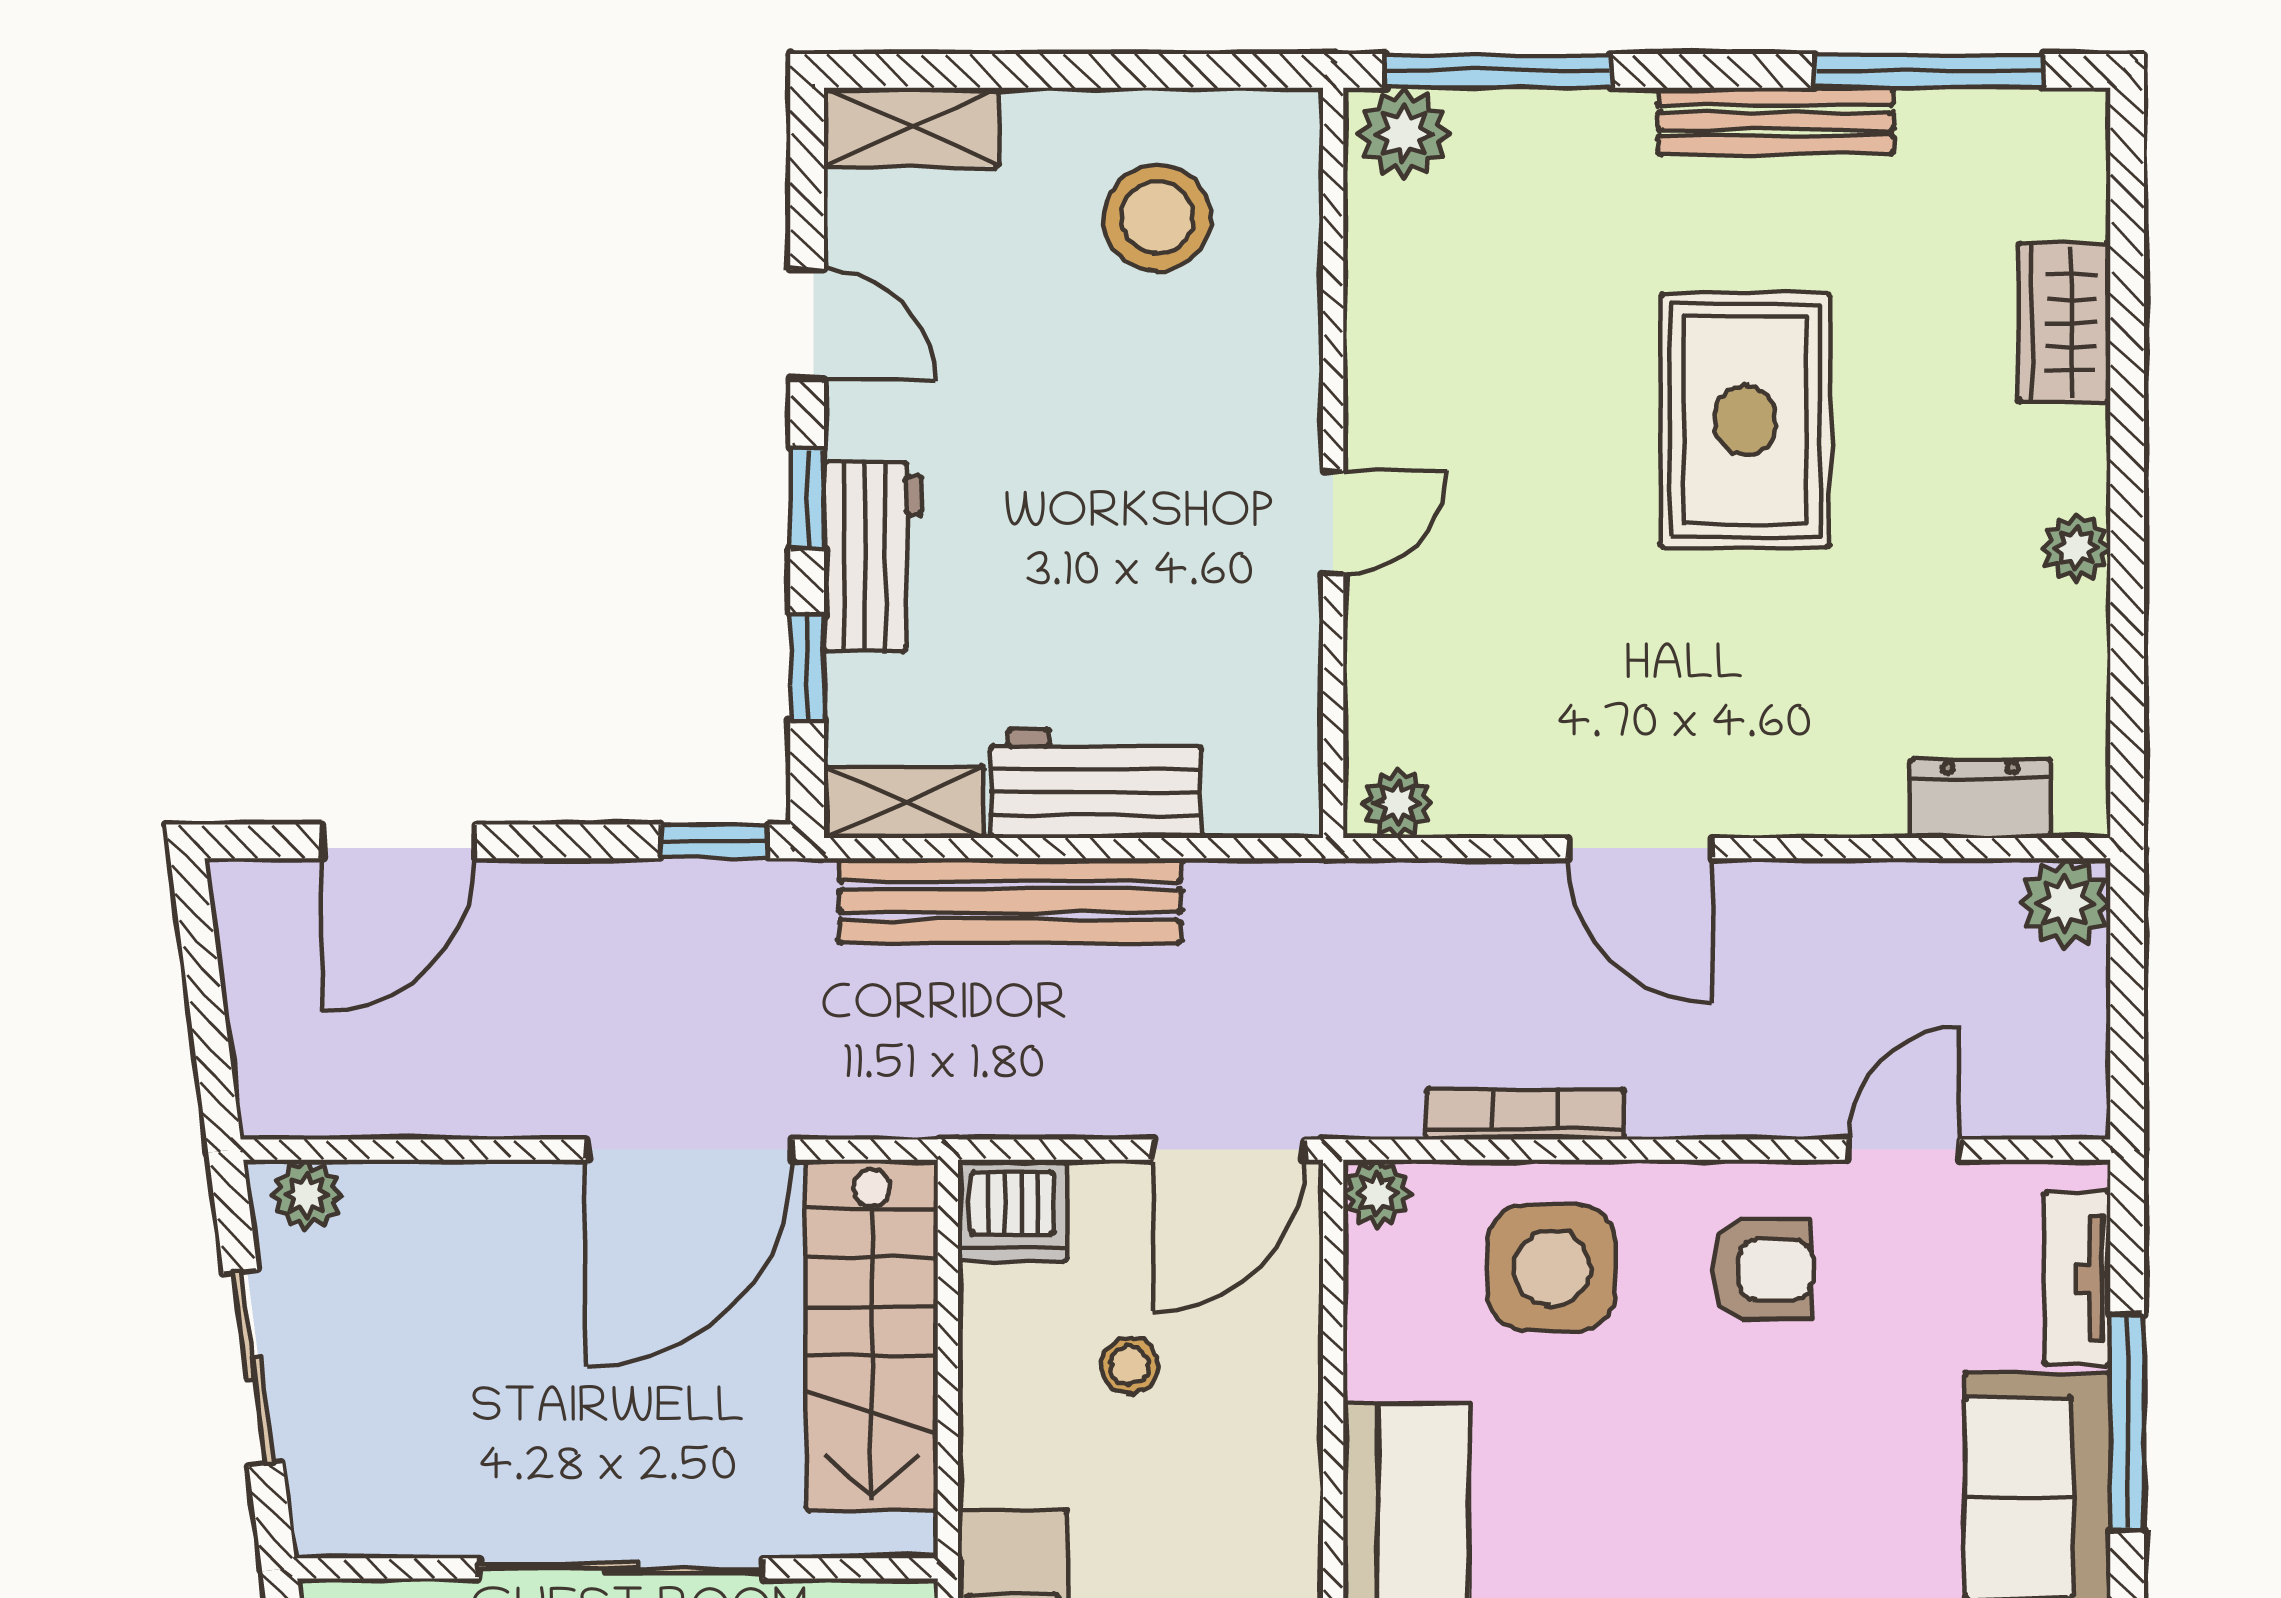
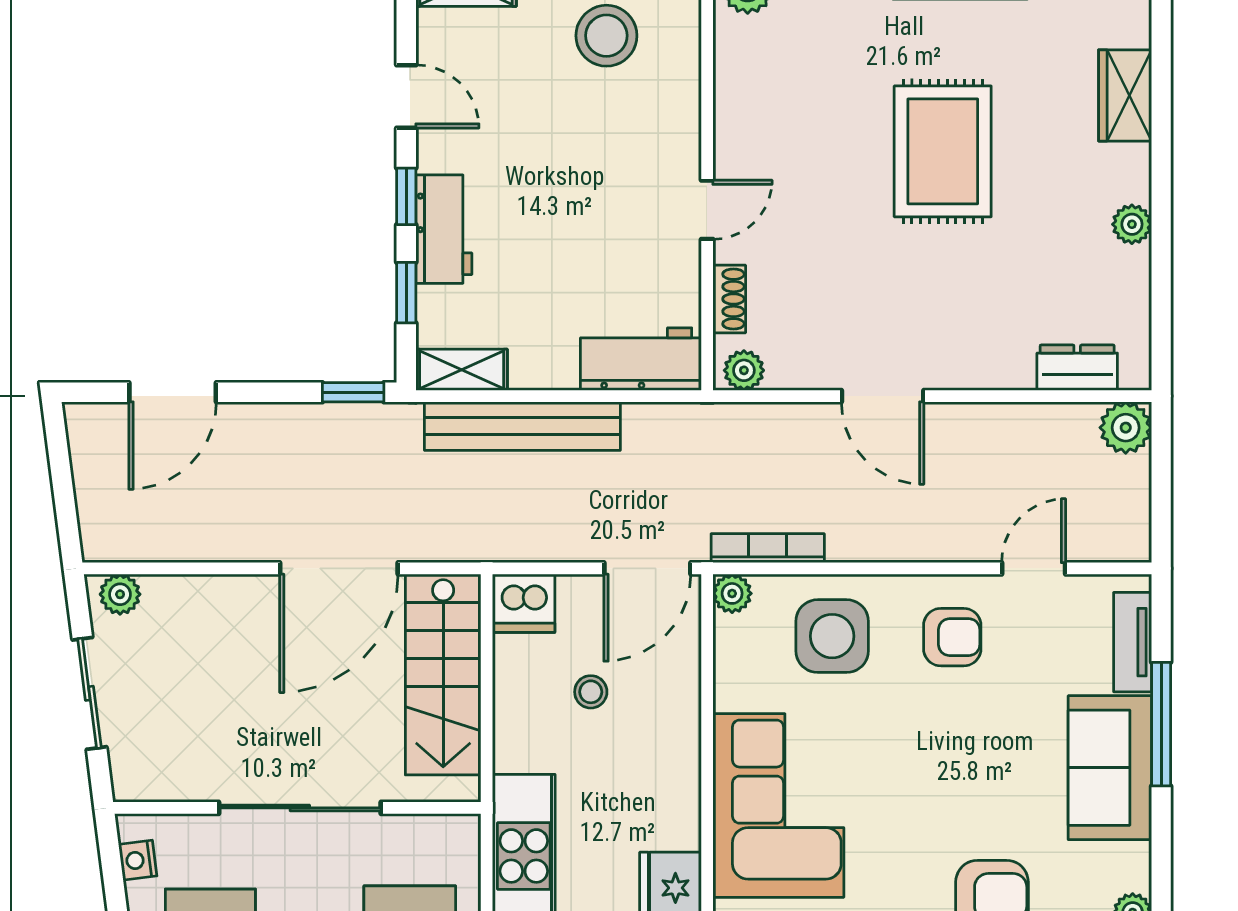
shoe rack: (1372, 678) -> (729, 299), added
workbench: (1096, 784) -> (641, 359), moved
bookcase: (1525, 1114) -> (768, 548), moved

